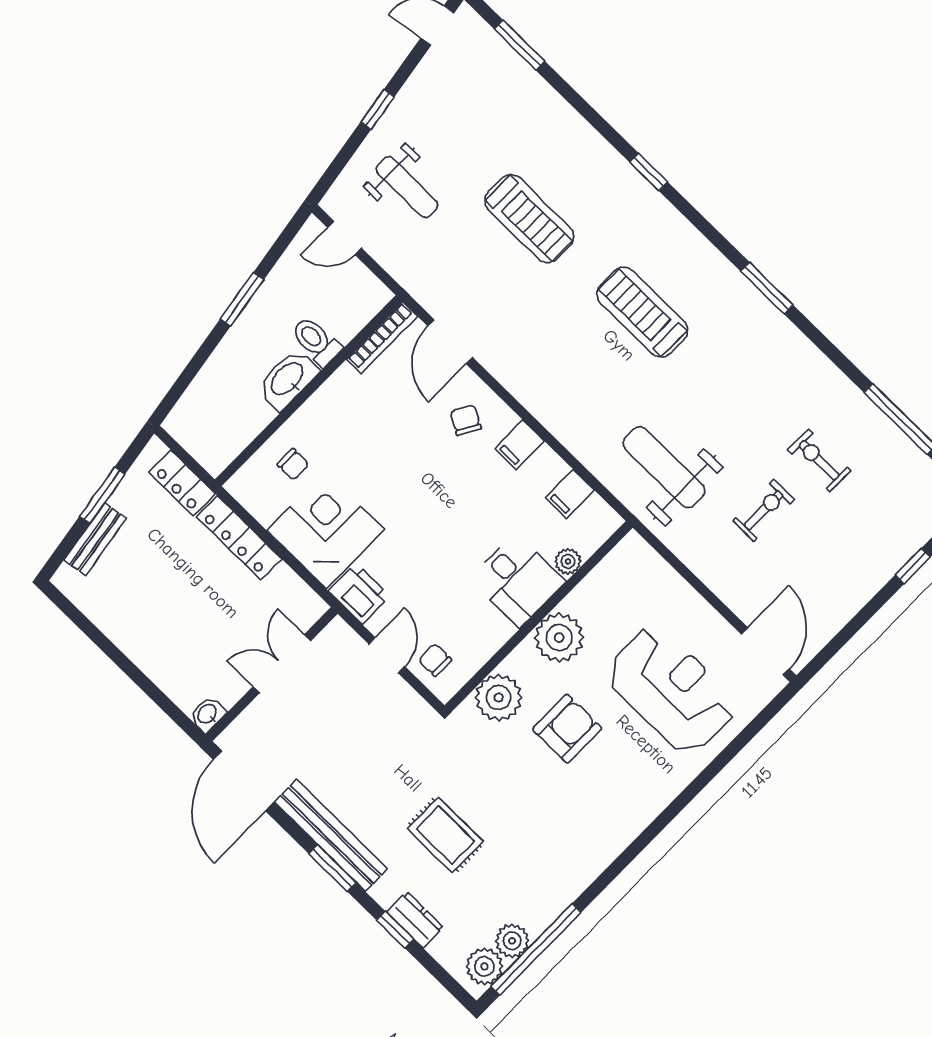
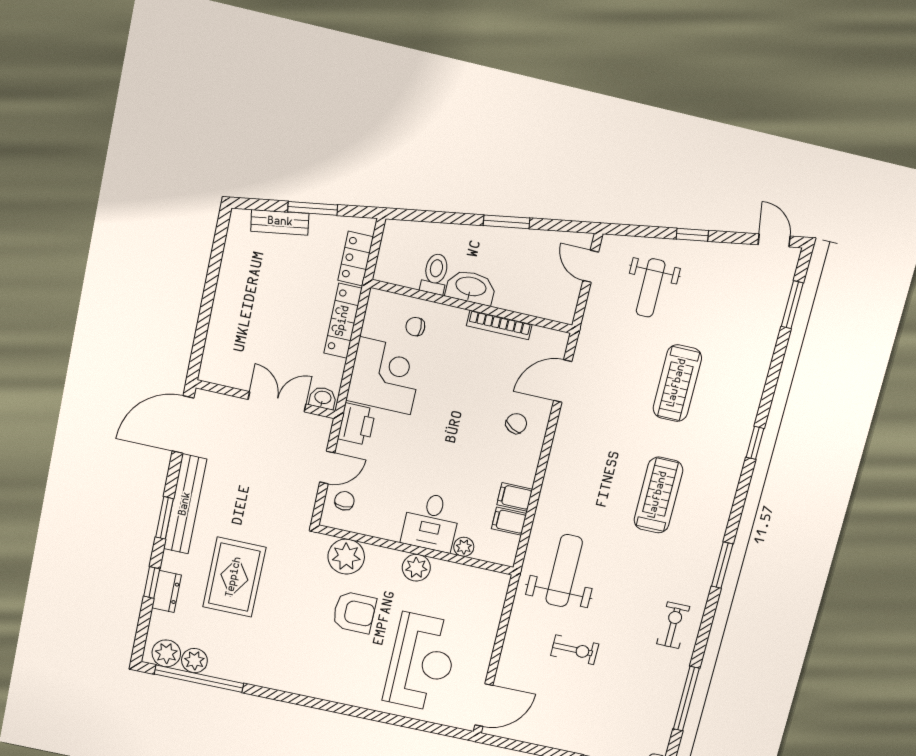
bookcase: (382, 338) -> (499, 325), moved
toilet: (316, 341) -> (435, 274), moved
filing cabinet: (519, 445) -> (515, 497), moved
exercise bike: (819, 460) -> (673, 625), moved
chair: (293, 464) -> (415, 327), turned 90
plant: (559, 638) -> (416, 568), width x0.73, depth x0.73
washbasin: (208, 714) -> (323, 398), moved
rug: (445, 835) -> (234, 577), width x1.36, depth x1.43

